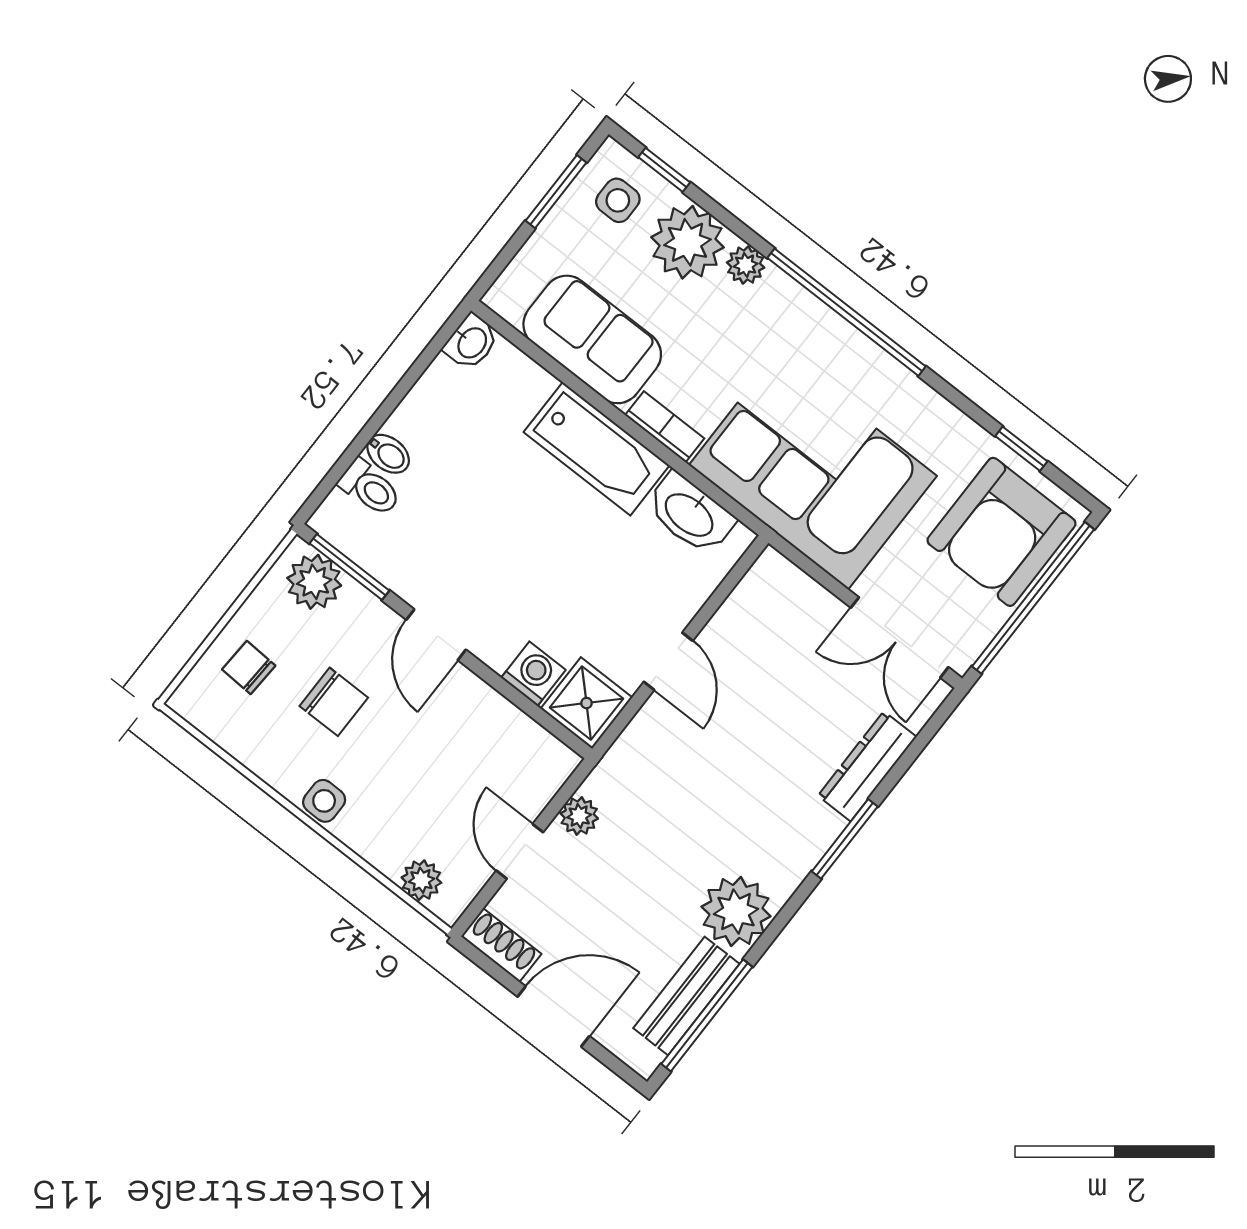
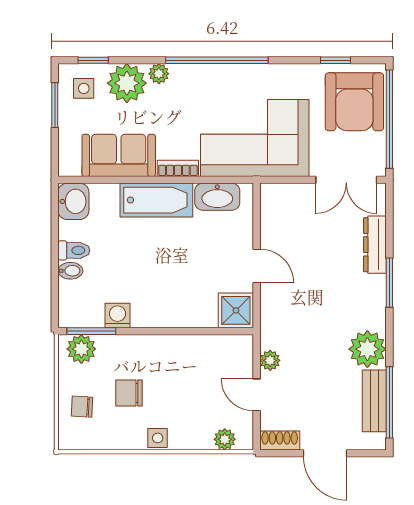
washbasin: (471, 342) -> (73, 201), width x1.38, depth x1.45
toilet: (370, 488) -> (74, 250), moved
door: (436, 635) -> (150, 331), removed
washing machine: (533, 674) -> (117, 316), moved
chair: (334, 702) -> (129, 393), turned 180
door: (553, 1016) -> (325, 453), swing flipped

